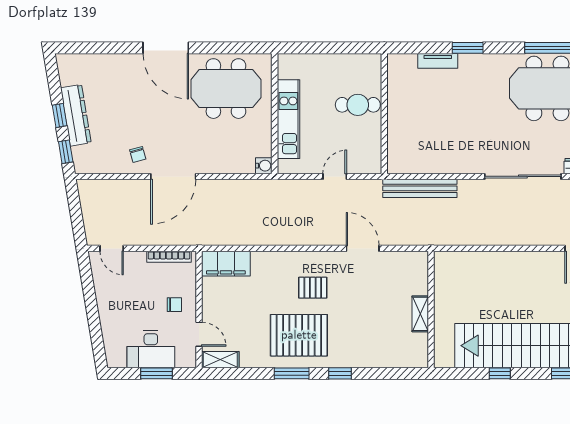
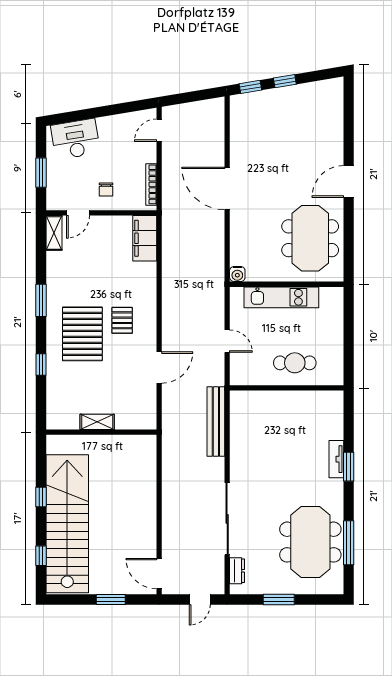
door: (166, 48) -> (349, 181), width x0.73
tv unit: (438, 61) -> (336, 459), moved
cafe table: (358, 105) -> (295, 363), turned 90
dresser: (76, 115) -> (285, 96), removed
chair: (138, 154) -> (248, 155), removed
pallet: (299, 335) -> (82, 334), moved
desk: (151, 349) -> (75, 139), moved, turned 81
window: (340, 373) -> (41, 365), moved

